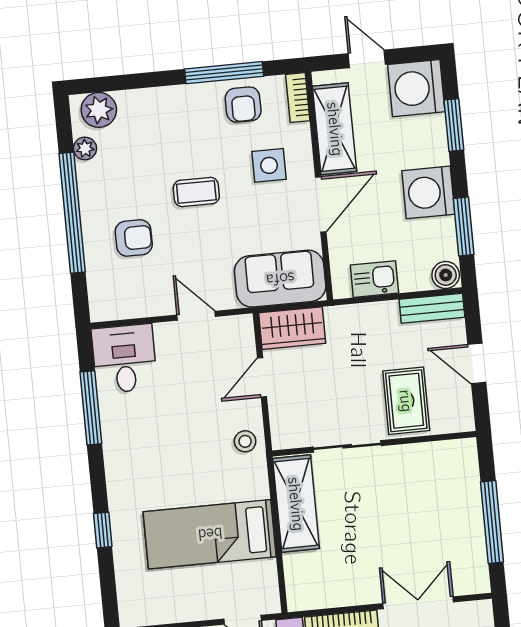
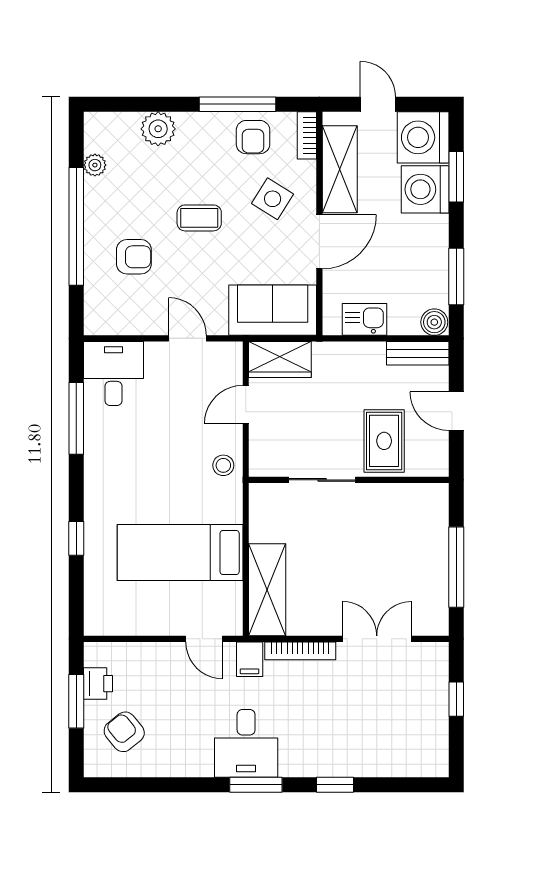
plant: (99, 110) -> (158, 129), moved
side table: (269, 165) -> (273, 199), turned 32
washing machine: (428, 192) -> (425, 189), moved
shelving: (296, 504) -> (267, 590), moved

